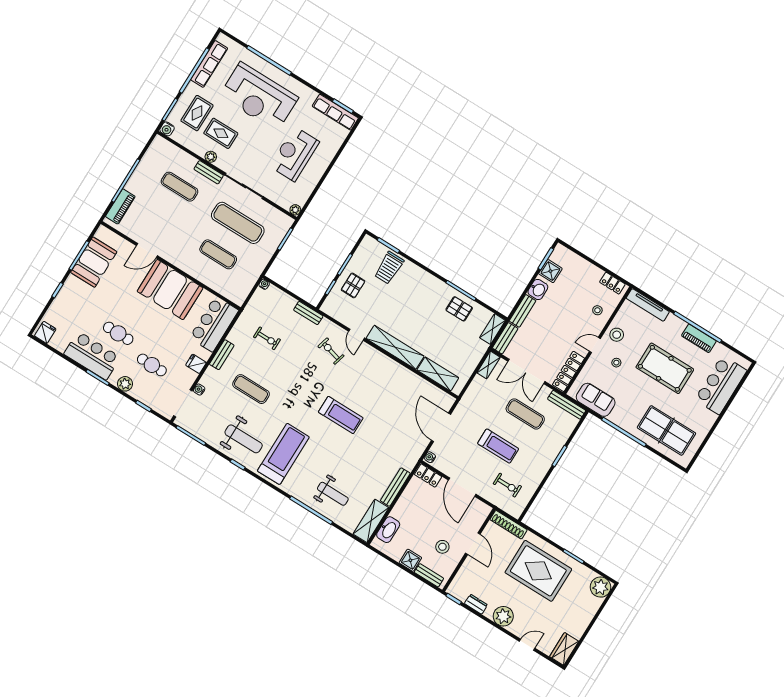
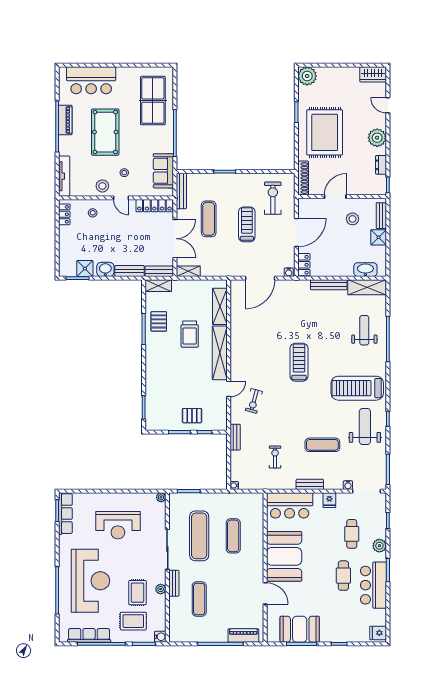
trolley: (389, 268) -> (190, 334), moved, turned 90
exercise mat: (251, 389) -> (322, 445), turned 90
exercise bike: (507, 485) -> (273, 198), width x1.38, depth x1.39

